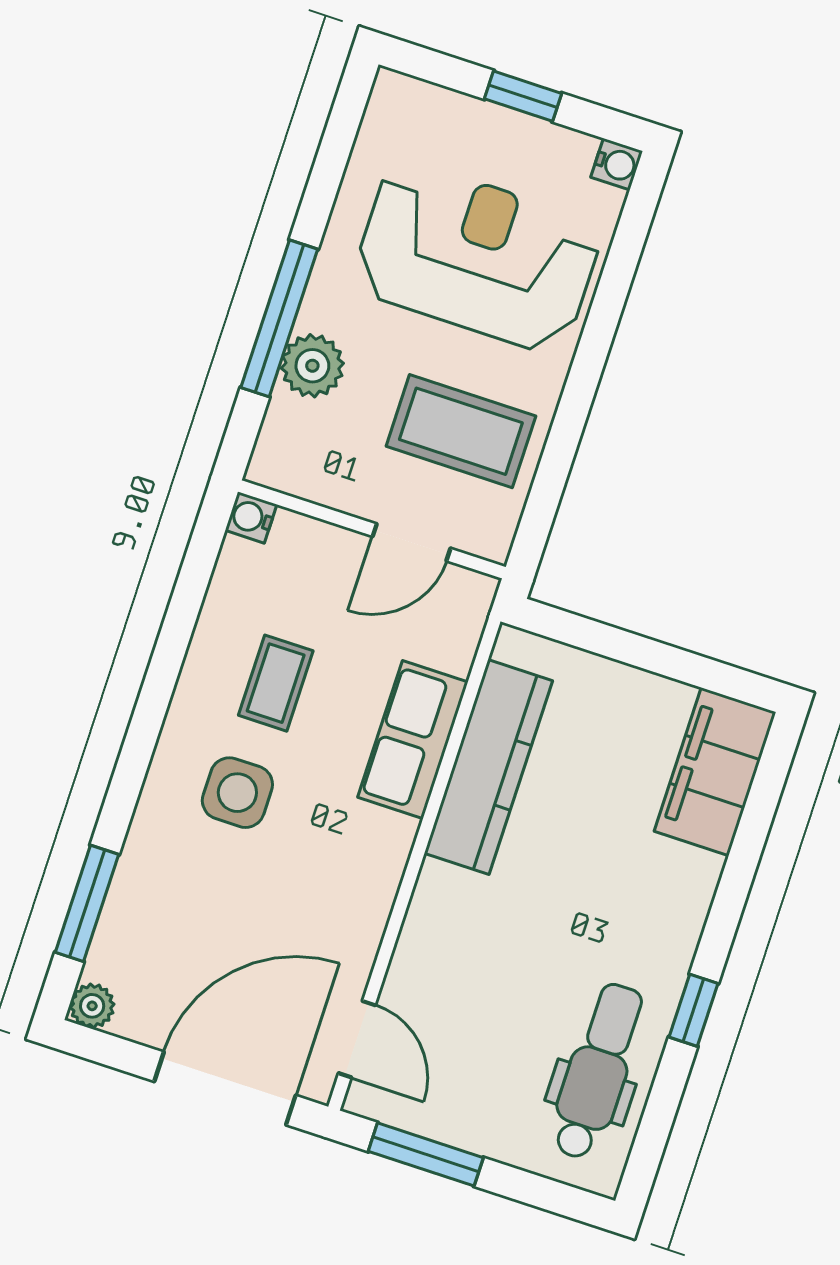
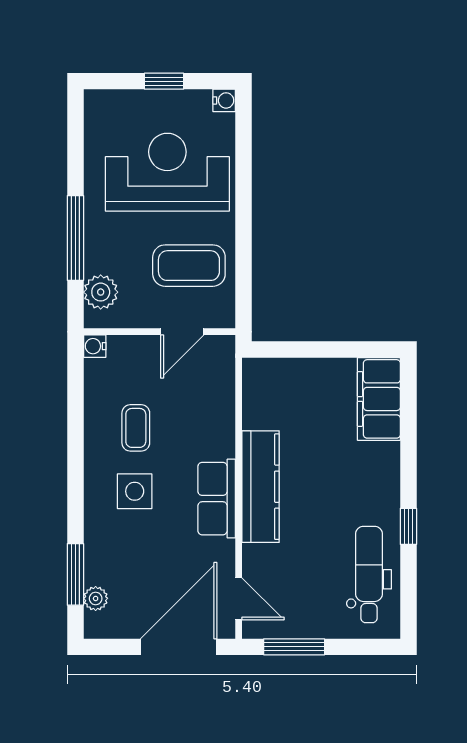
plant: (312, 366) -> (101, 292), moved
row of seats: (413, 740) -> (217, 499), moved
kitchen counter: (488, 767) -> (261, 487), moved
plant: (92, 1006) -> (96, 598), moved

